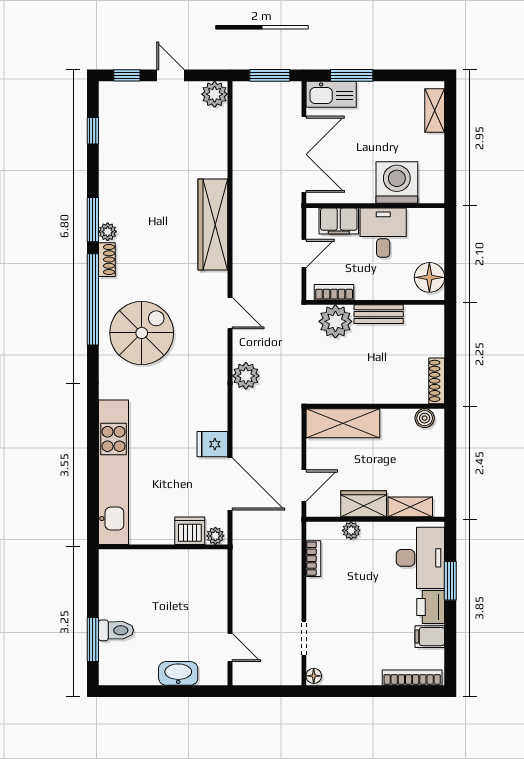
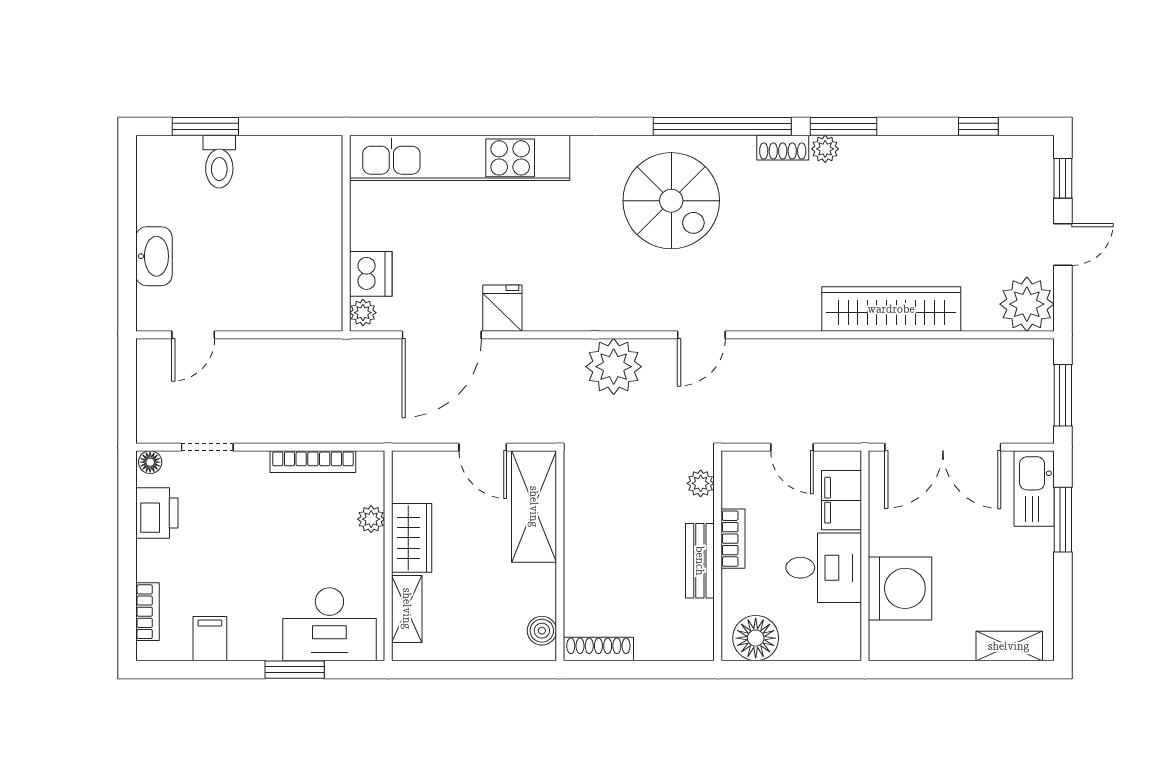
plant: (215, 94) -> (1027, 304), width x1.36, depth x1.36
wardrobe: (213, 224) -> (891, 309), moved
bookcase: (334, 292) -> (733, 539), moved
plant: (335, 321) -> (701, 483), width x0.53, depth x0.53
plant: (246, 376) -> (614, 367), width x1.36, depth x1.36
door: (304, 486) -> (483, 447), moved
bookcase: (313, 559) -> (313, 462), width x1.56
printer: (431, 607) -> (157, 513), moved, turned 90
bookcase: (412, 678) -> (147, 612), width x0.64

